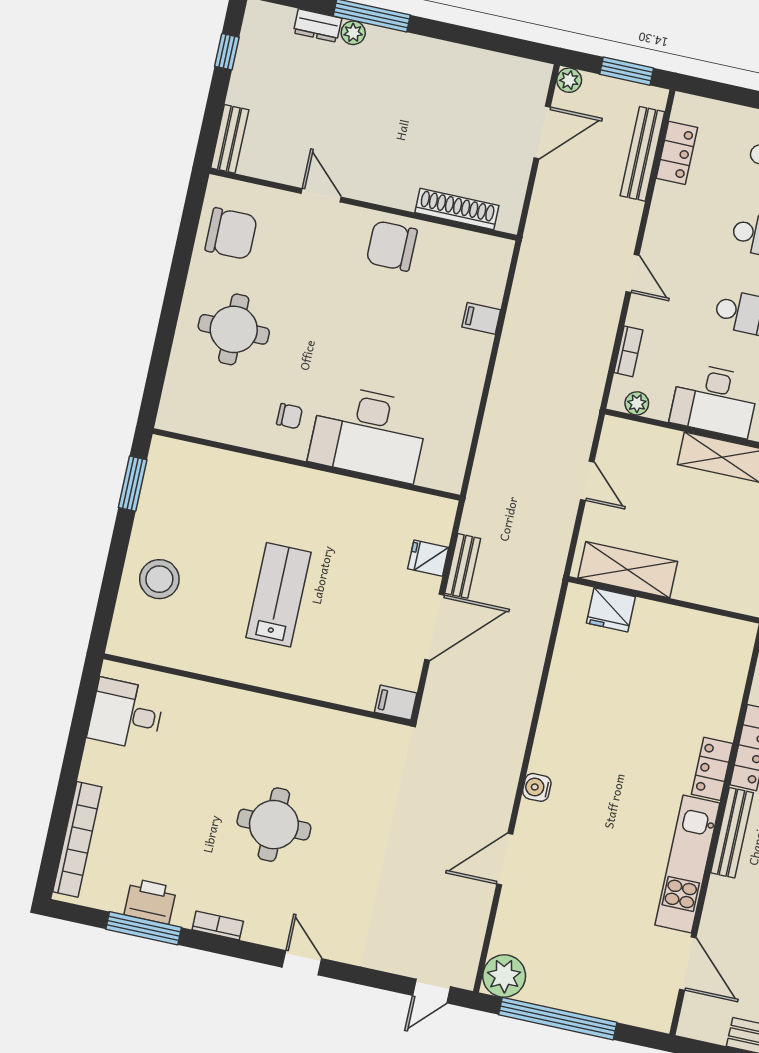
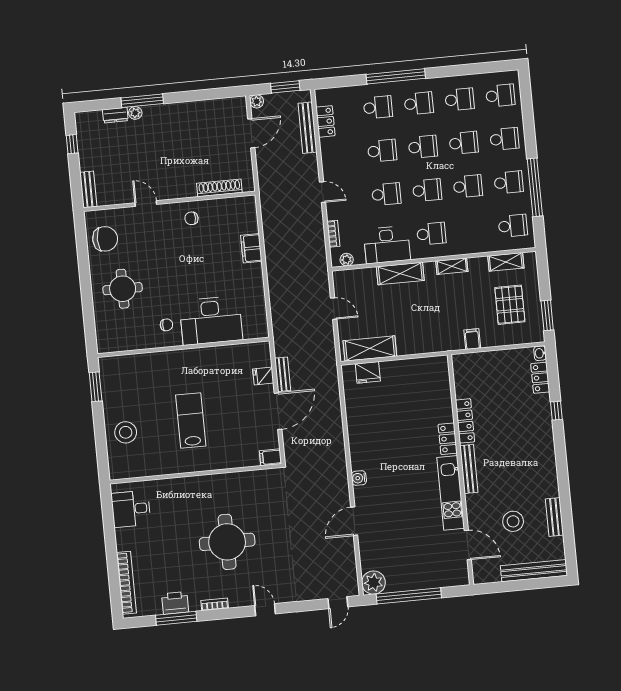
chair: (392, 246) -> (191, 218), width x0.54, depth x0.54
filing cabinet: (481, 318) -> (251, 248), width x2.00
round table: (274, 825) -> (227, 542), width x1.36, depth x1.36

